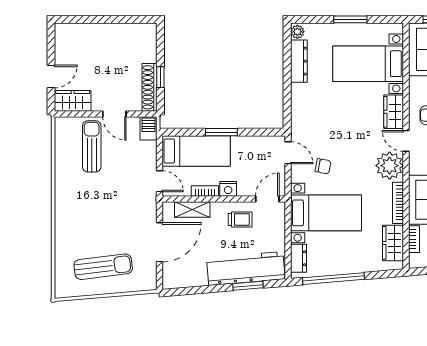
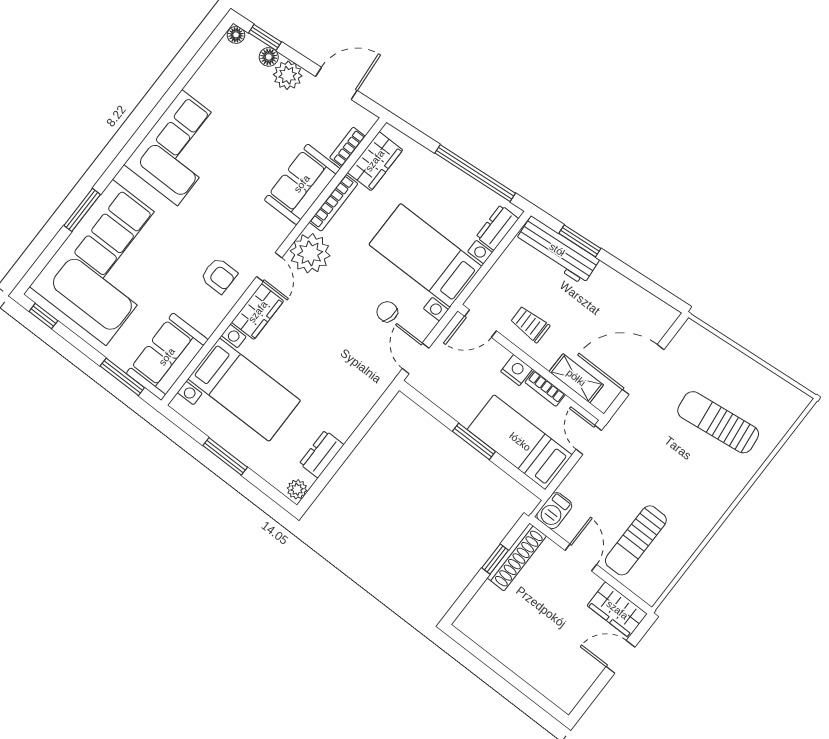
dresser: (299, 61) -> (322, 454), width x0.70
sun lounger: (103, 267) -> (718, 422), moved
workbench: (246, 268) -> (557, 250), width x0.73, depth x0.76

